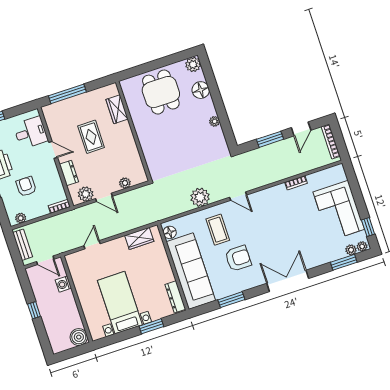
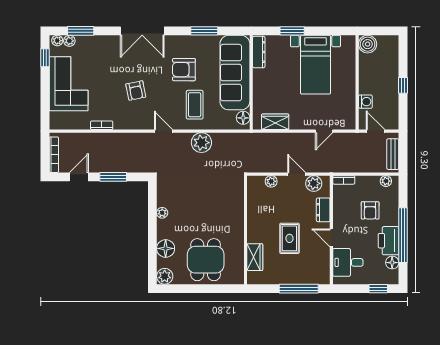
armchair: (276, 225) -> (136, 91), added

